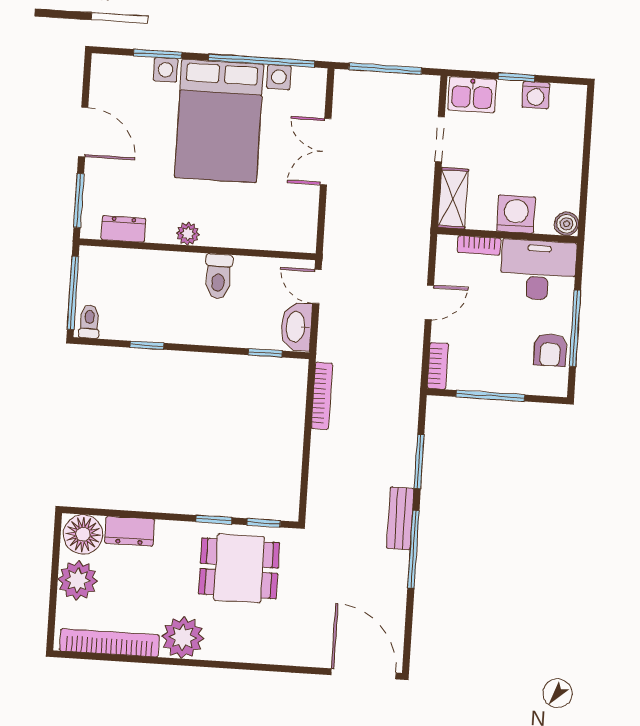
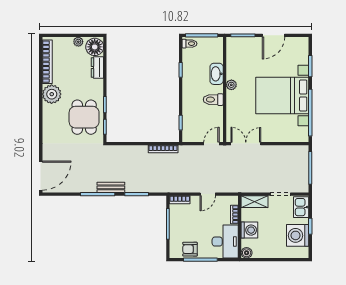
washing machine: (536, 95) -> (298, 235), width x1.89, depth x1.89
double door: (326, 152) -> (246, 144), moved
dresser: (123, 229) -> (232, 56), removed
door: (429, 302) -> (208, 194), hinge flipped
washbasin: (296, 327) -> (217, 74), moved, turned -90
plant: (78, 580) -> (78, 42), width x0.53, depth x0.53

